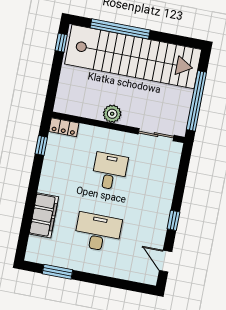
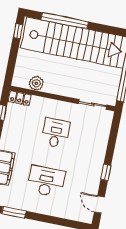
plant: (112, 114) -> (36, 83), moved

